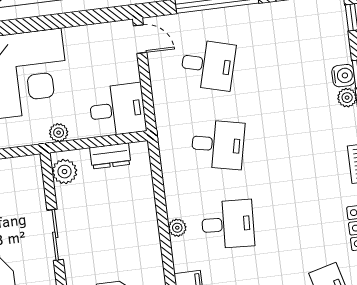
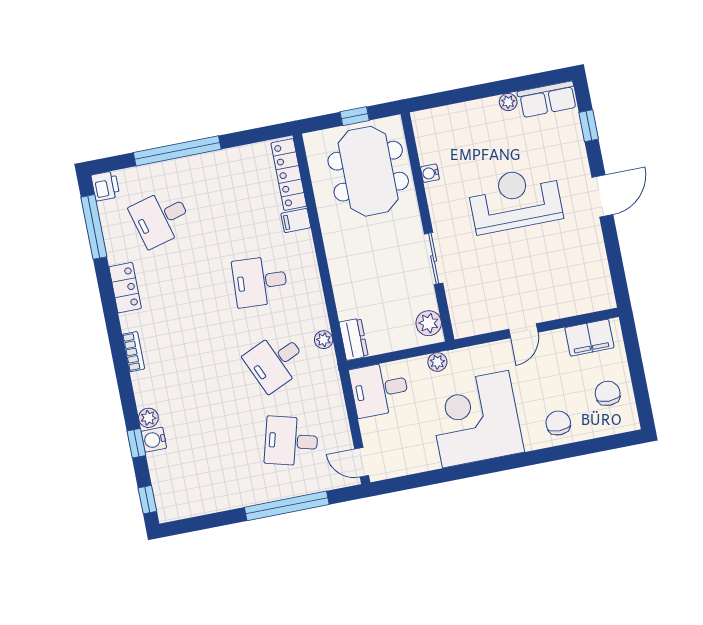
desk: (218, 145) -> (276, 361), turned -36
dresser: (110, 156) -> (354, 339), moved, turned 90
plant: (177, 228) -> (324, 340), moved

